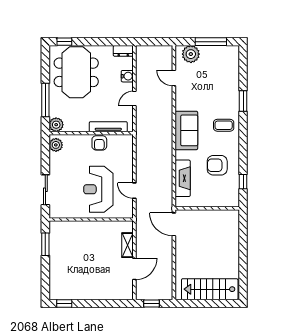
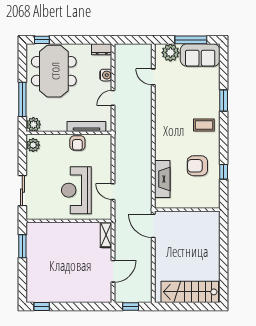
sofa: (186, 130) -> (200, 55), moved, turned 90
window: (243, 182) -> (224, 172), moved
shelving: (127, 245) -> (106, 235), moved

